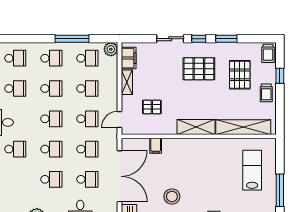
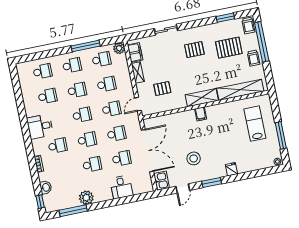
window: (199, 39) -> (189, 25), removed
window: (226, 39) -> (225, 18), moved
pallet: (199, 69) -> (194, 50), width x0.67, depth x0.71
pallet: (240, 75) -> (229, 48), turned 90
window: (280, 76) -> (262, 42), width x3.17
filing cabinet: (156, 146) -> (201, 114), moved

